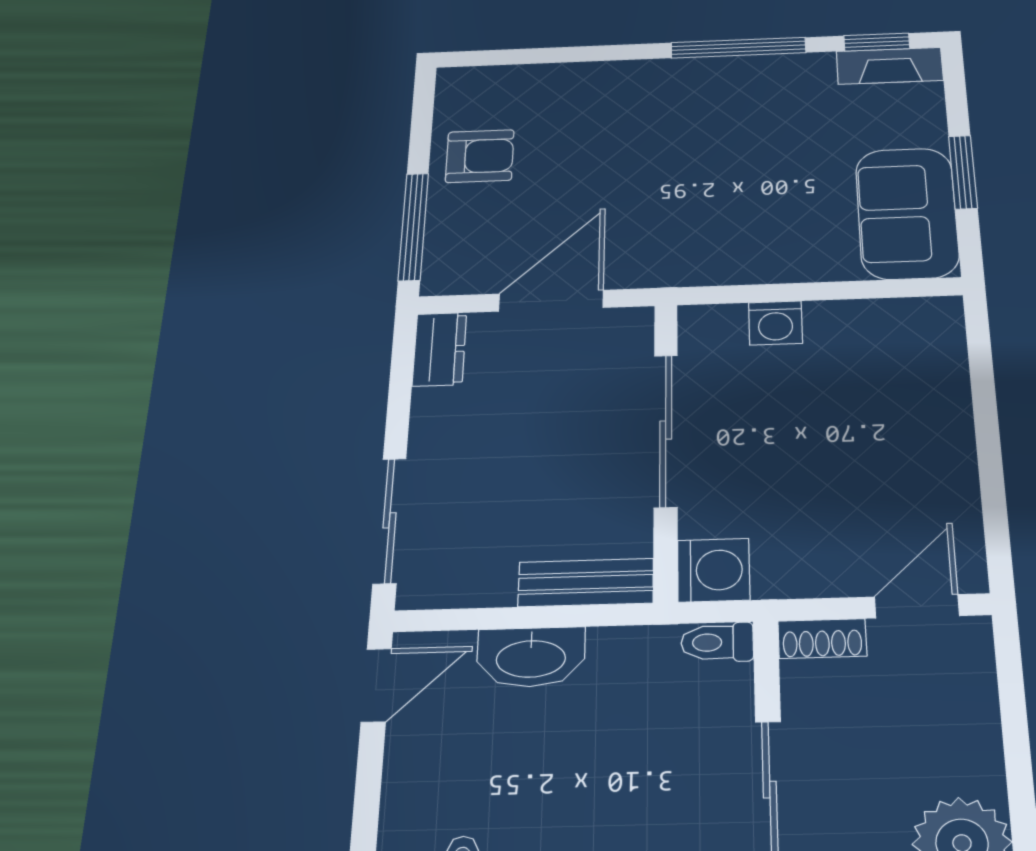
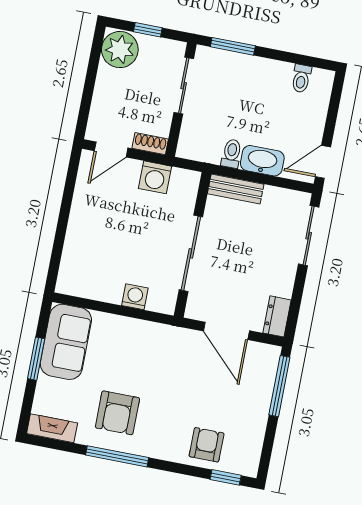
window: (877, 42) -> (226, 477), moved
armchair: (758, 116) -> (117, 413), added
armchair: (480, 156) -> (207, 445), moved, turned 90
door: (551, 301) -> (226, 331), hinge flipped
washing machine: (714, 570) -> (155, 177), moved, turned -90
toilet: (717, 642) -> (231, 154), moved, turned -90

